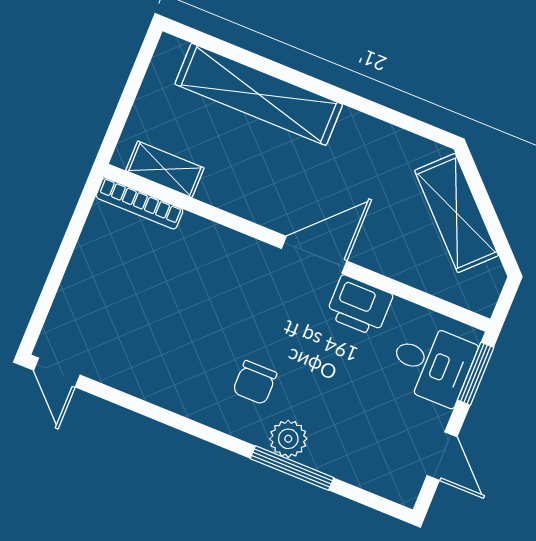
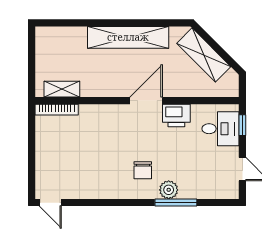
shelving: (259, 94) -> (128, 37), moved
window: (476, 374) -> (242, 125), width x0.67

